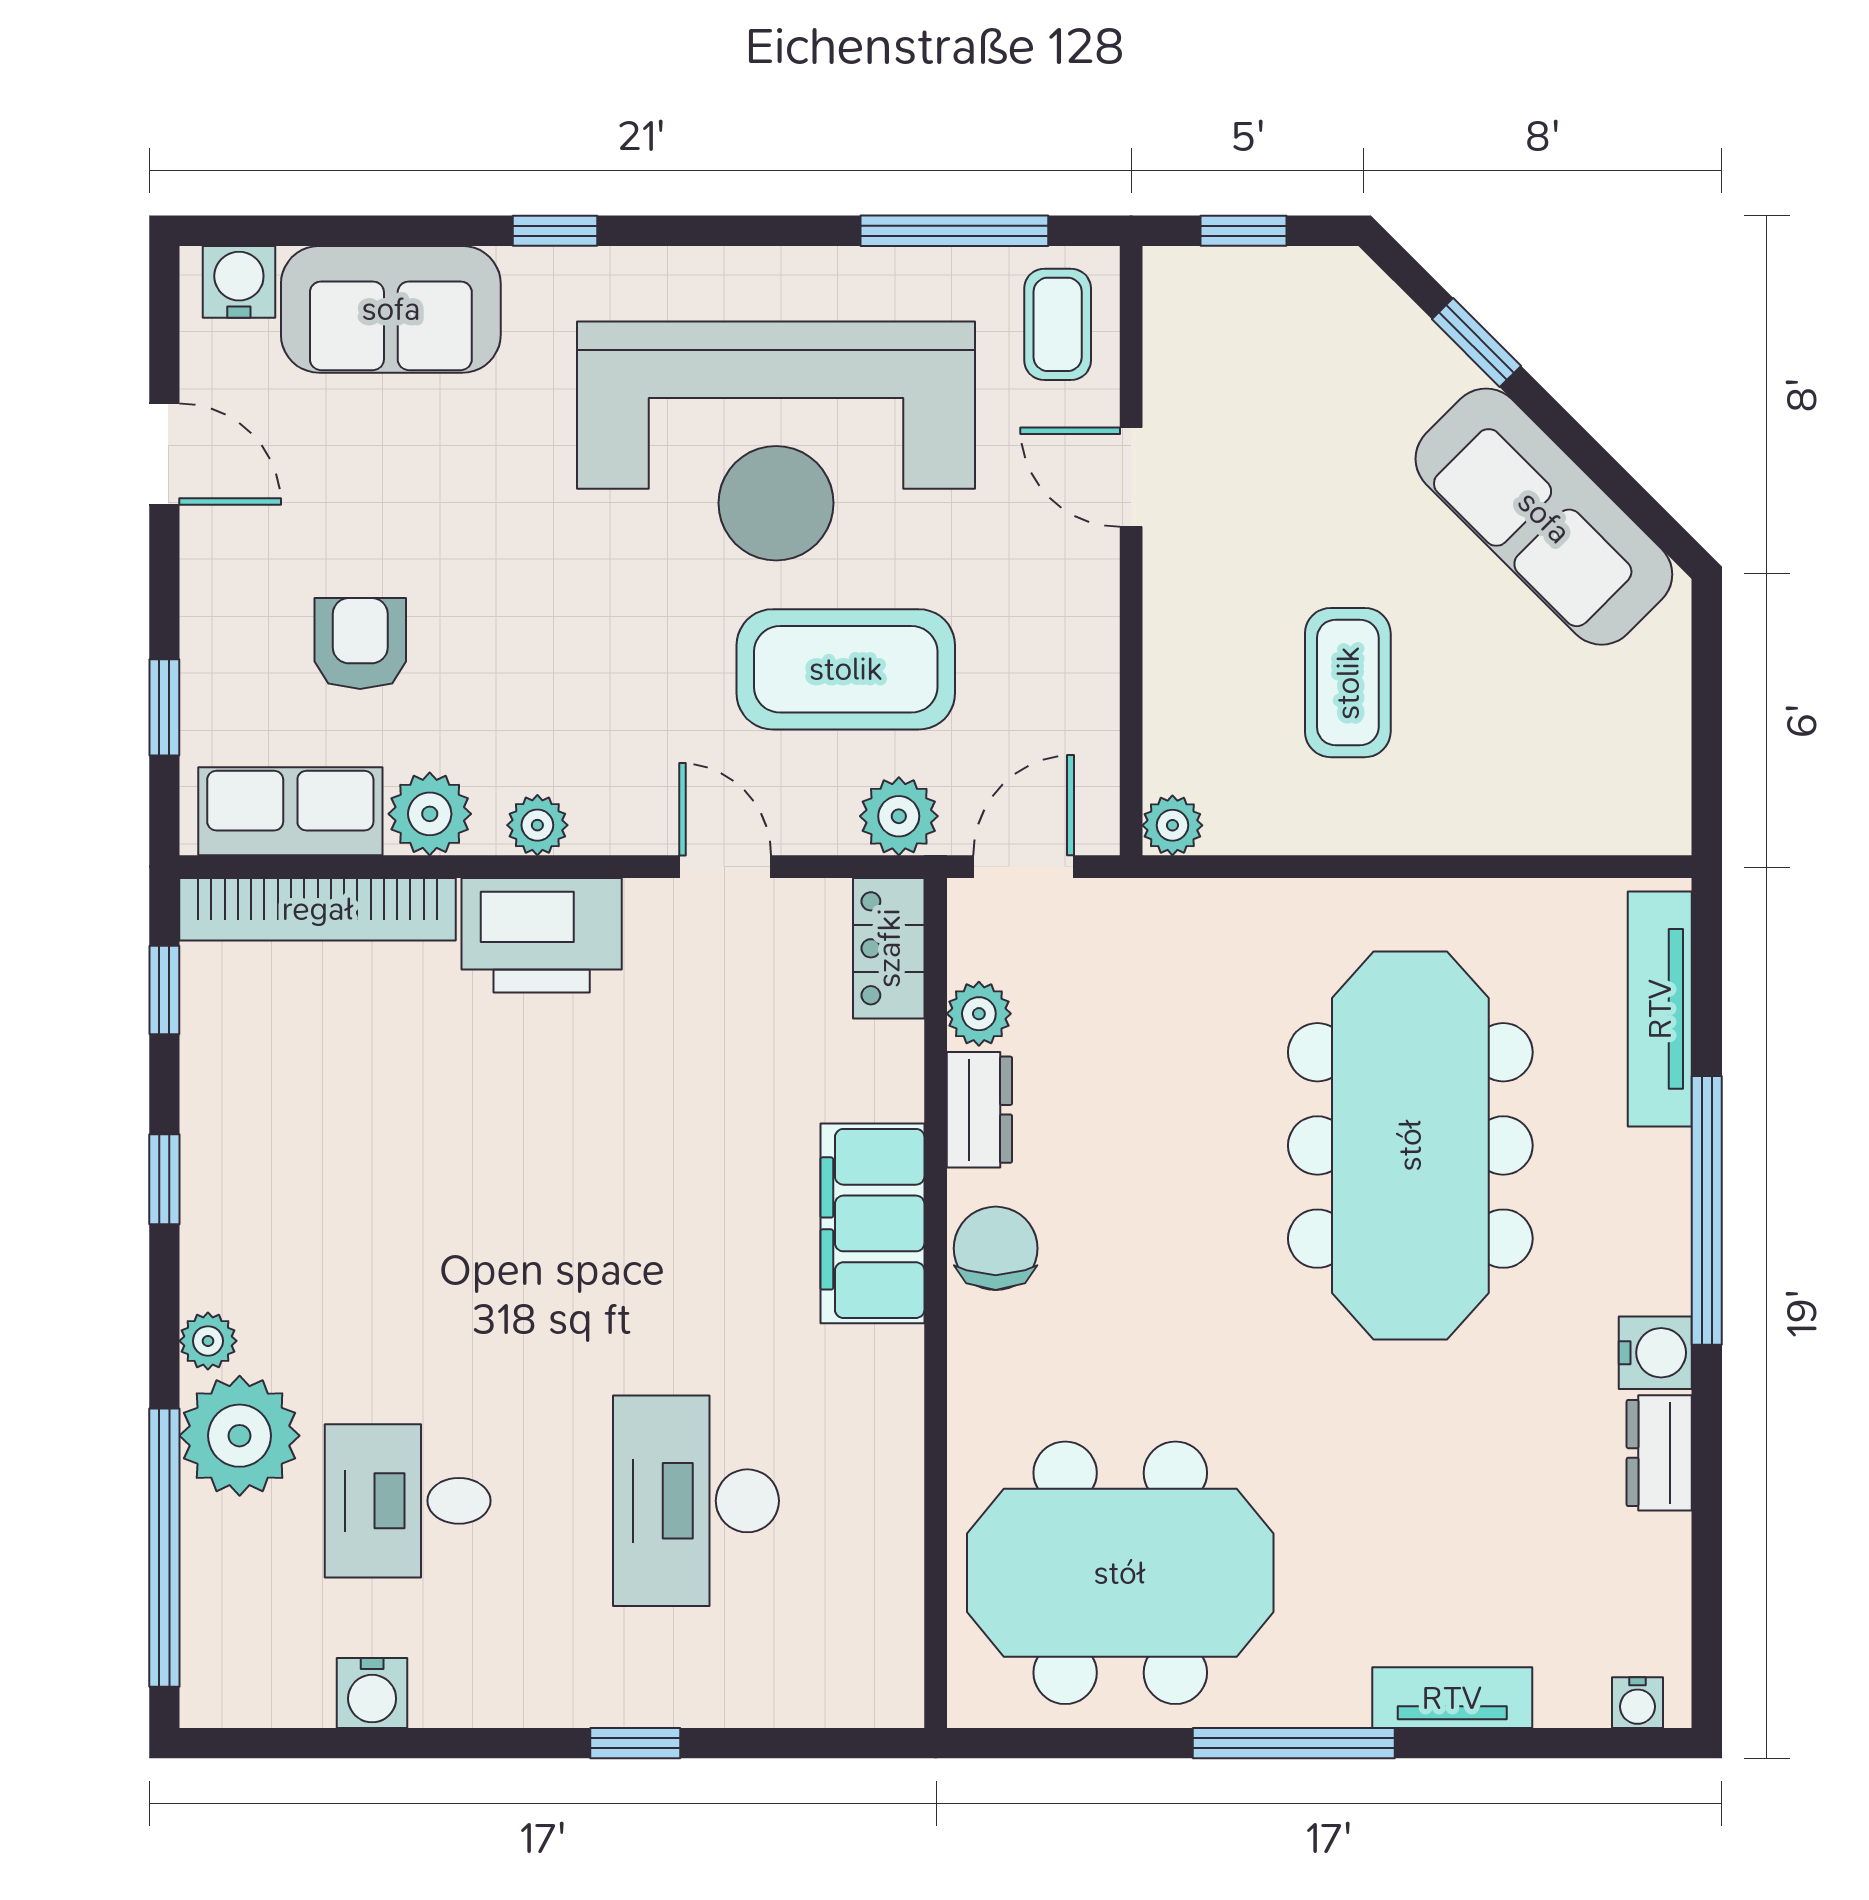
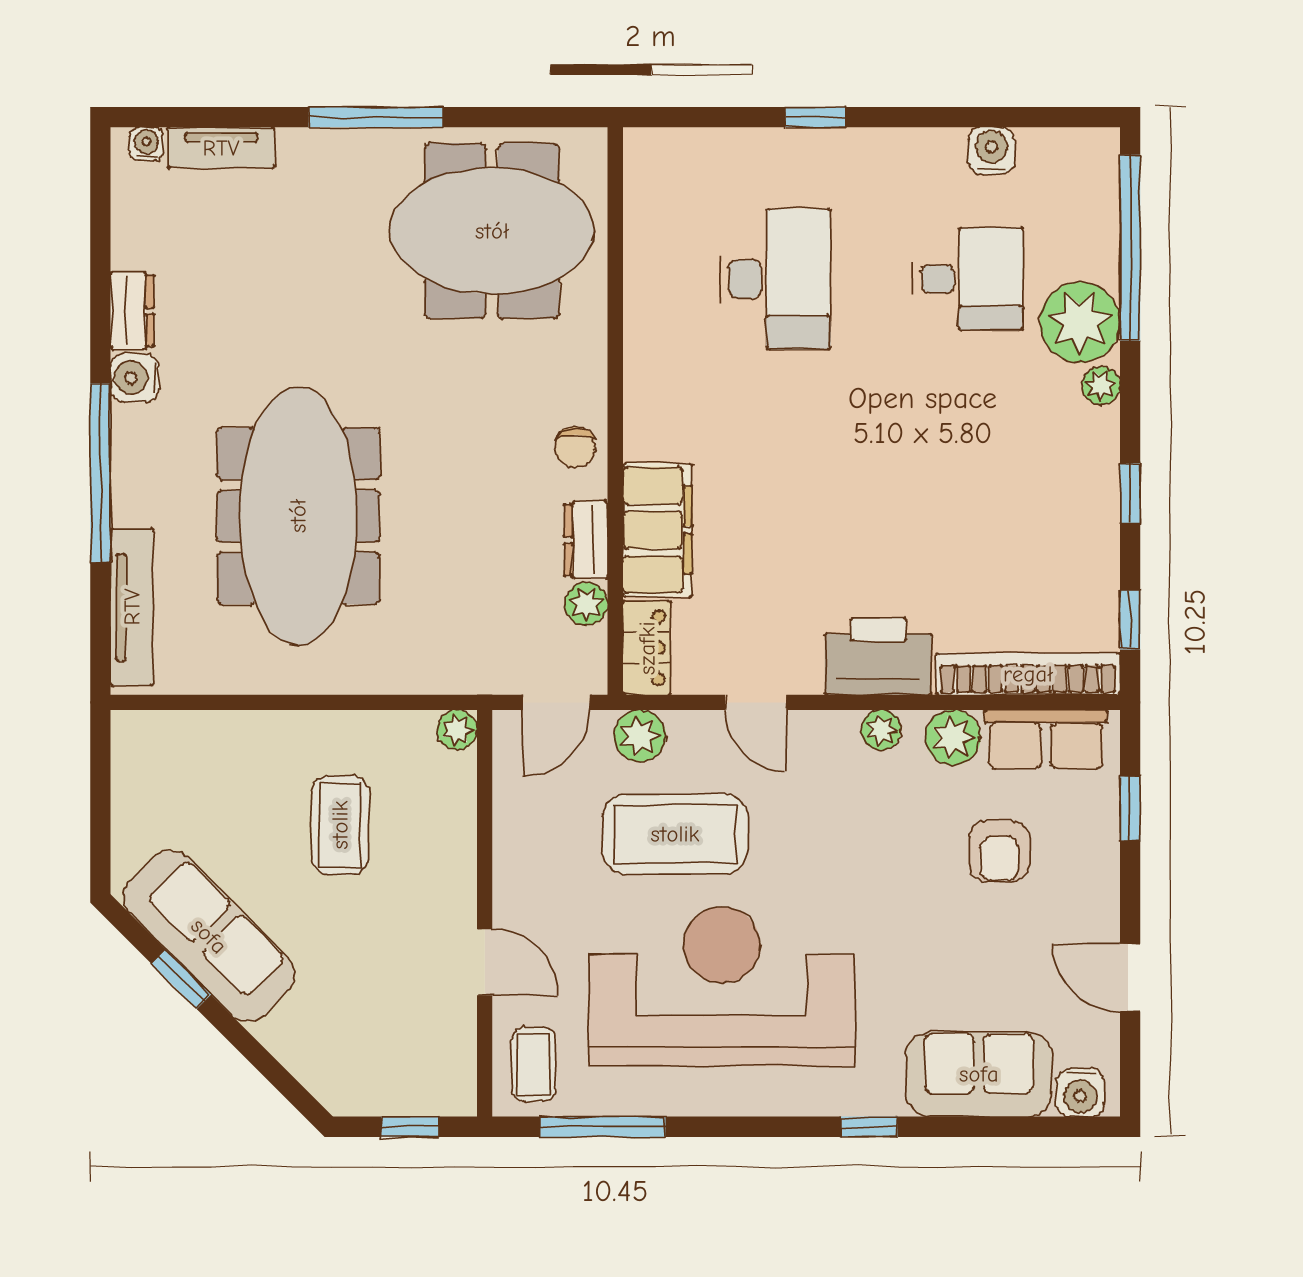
window: (1476, 342) -> (181, 979), moved
filing cabinet: (872, 1223) -> (657, 530), moved
chair: (996, 1248) -> (575, 447), width x0.73, depth x0.73
tv unit: (1452, 1698) -> (221, 148), moved

